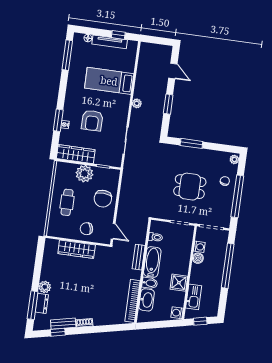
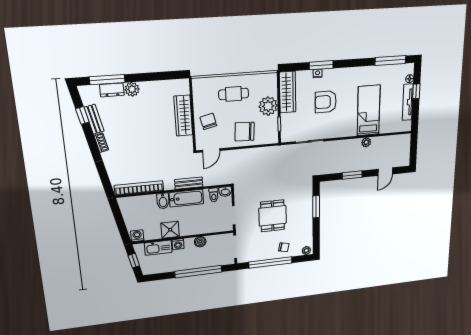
window: (118, 35) -> (416, 91), moved
plant: (137, 103) -> (366, 142), moved
washing machine: (199, 247) -> (178, 244), moved
washbasin: (147, 300) -> (225, 192), moved, width x0.52, depth x0.69

